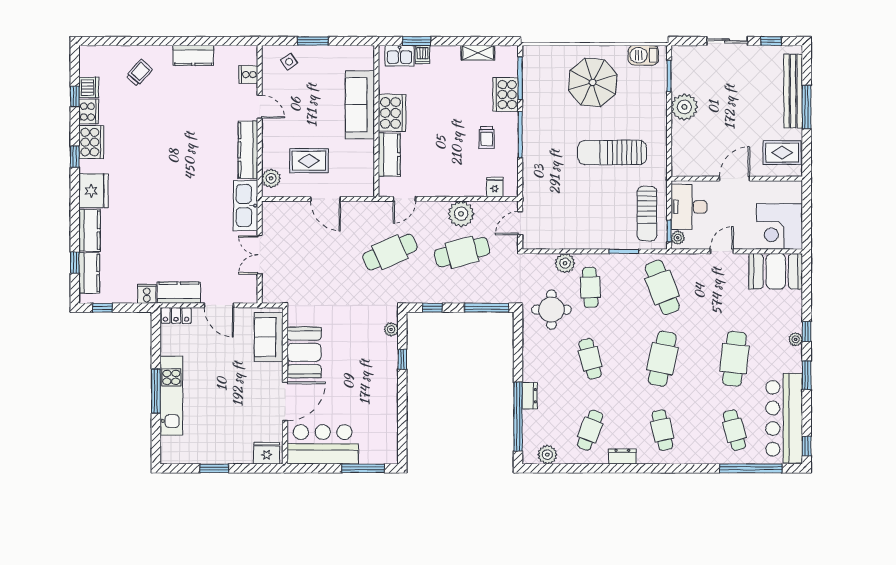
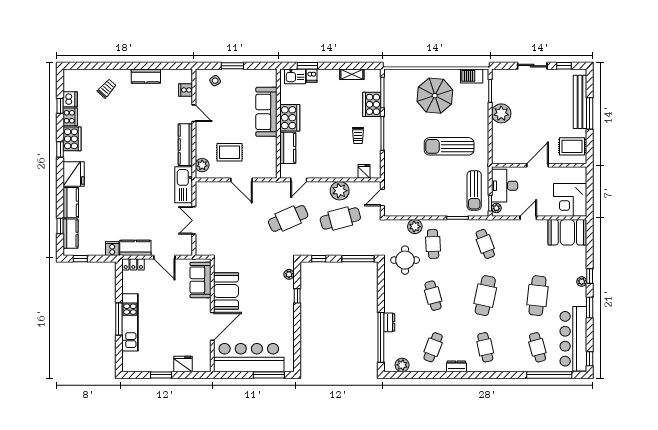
cafe table: (662, 287) -> (485, 244), width x0.73, depth x0.74
bar counter: (323, 444) -> (249, 358), width x1.36
fridge: (267, 453) -> (183, 364), moved

